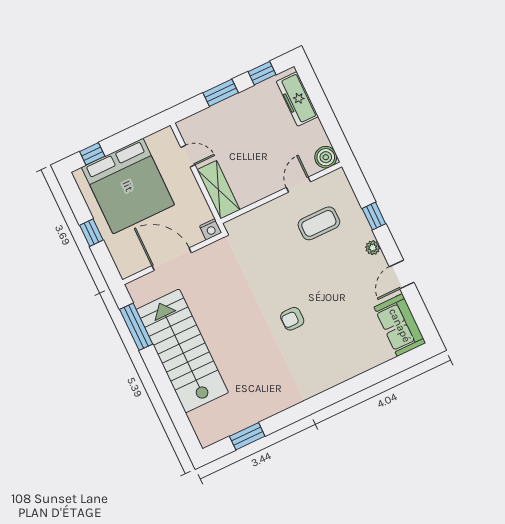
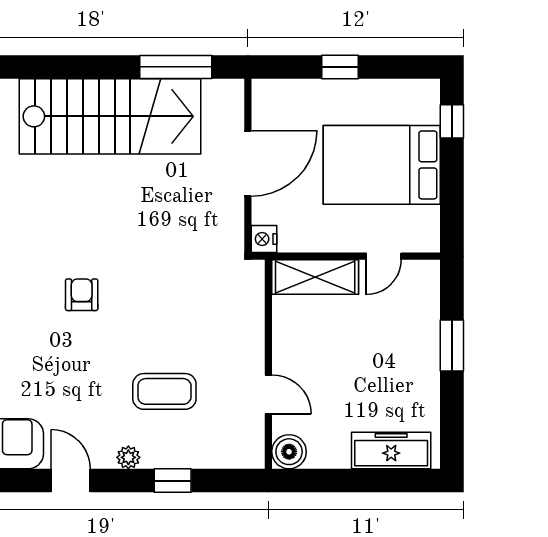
window: (262, 73) -> (452, 418), removed
bed: (128, 186) -> (382, 165), width x0.73
coffee table: (319, 223) -> (164, 391), moved, turned 90

